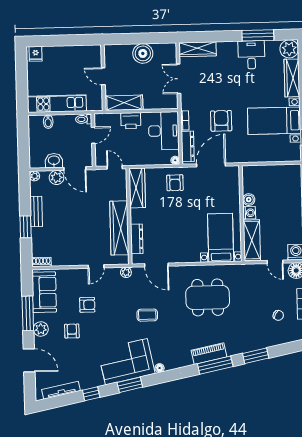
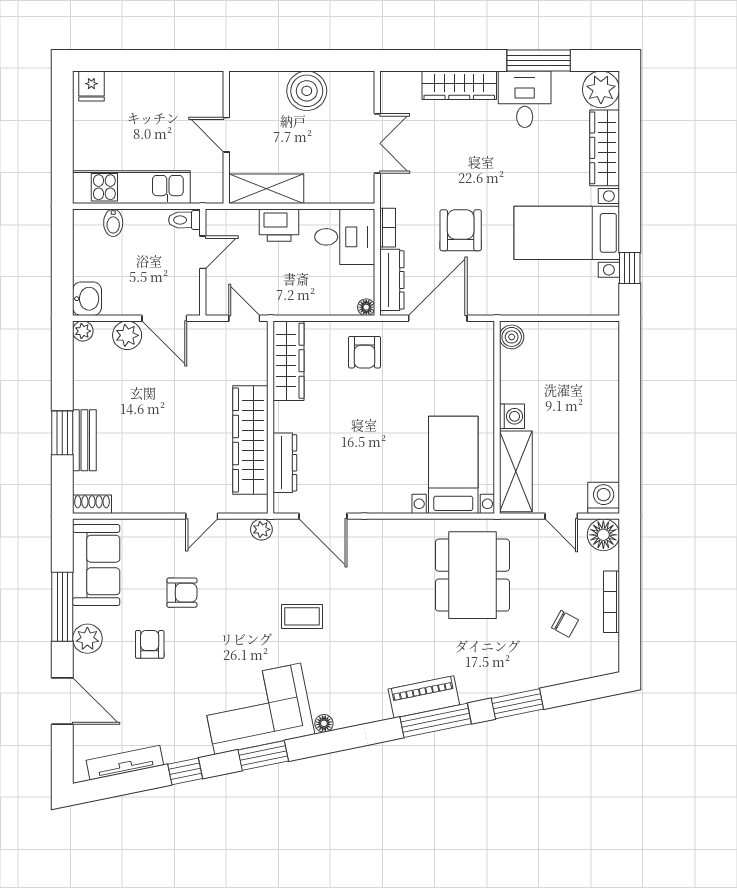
wardrobe: (198, 49) -> (459, 85), moved
double door: (179, 79) -> (377, 143), swing flipped
desk: (164, 131) -> (345, 237), width x0.73
washbasin: (54, 161) -> (87, 299), moved, turned 90
boiler: (249, 200) -> (512, 337), moved
bench: (36, 211) -> (84, 440), moved
dining table: (208, 297) -> (472, 575), moved, turned 90

